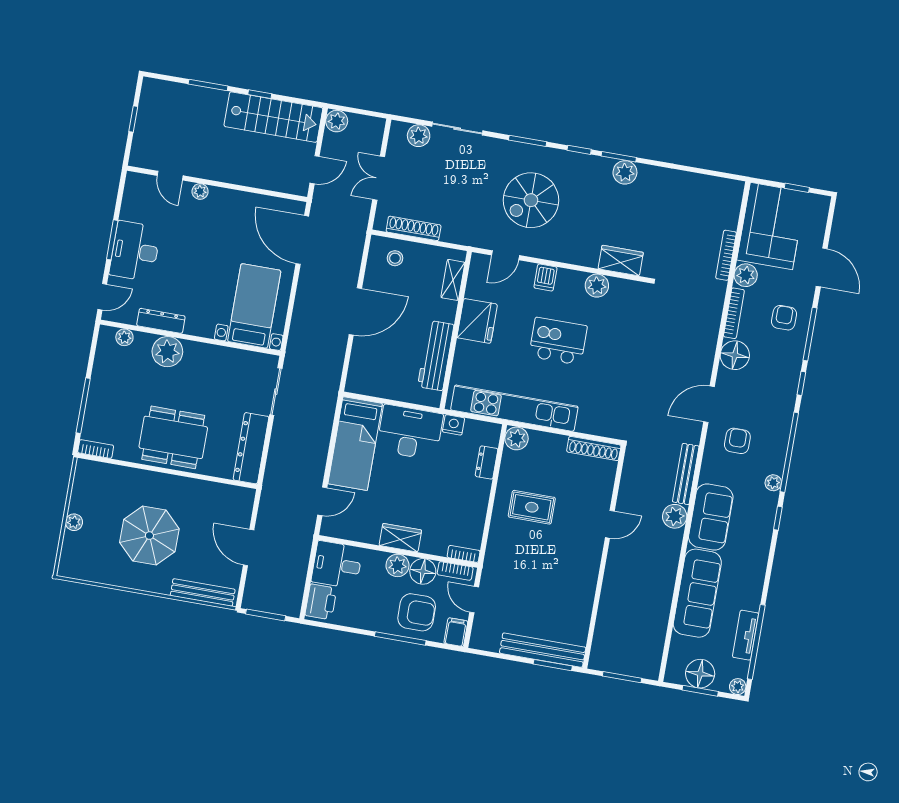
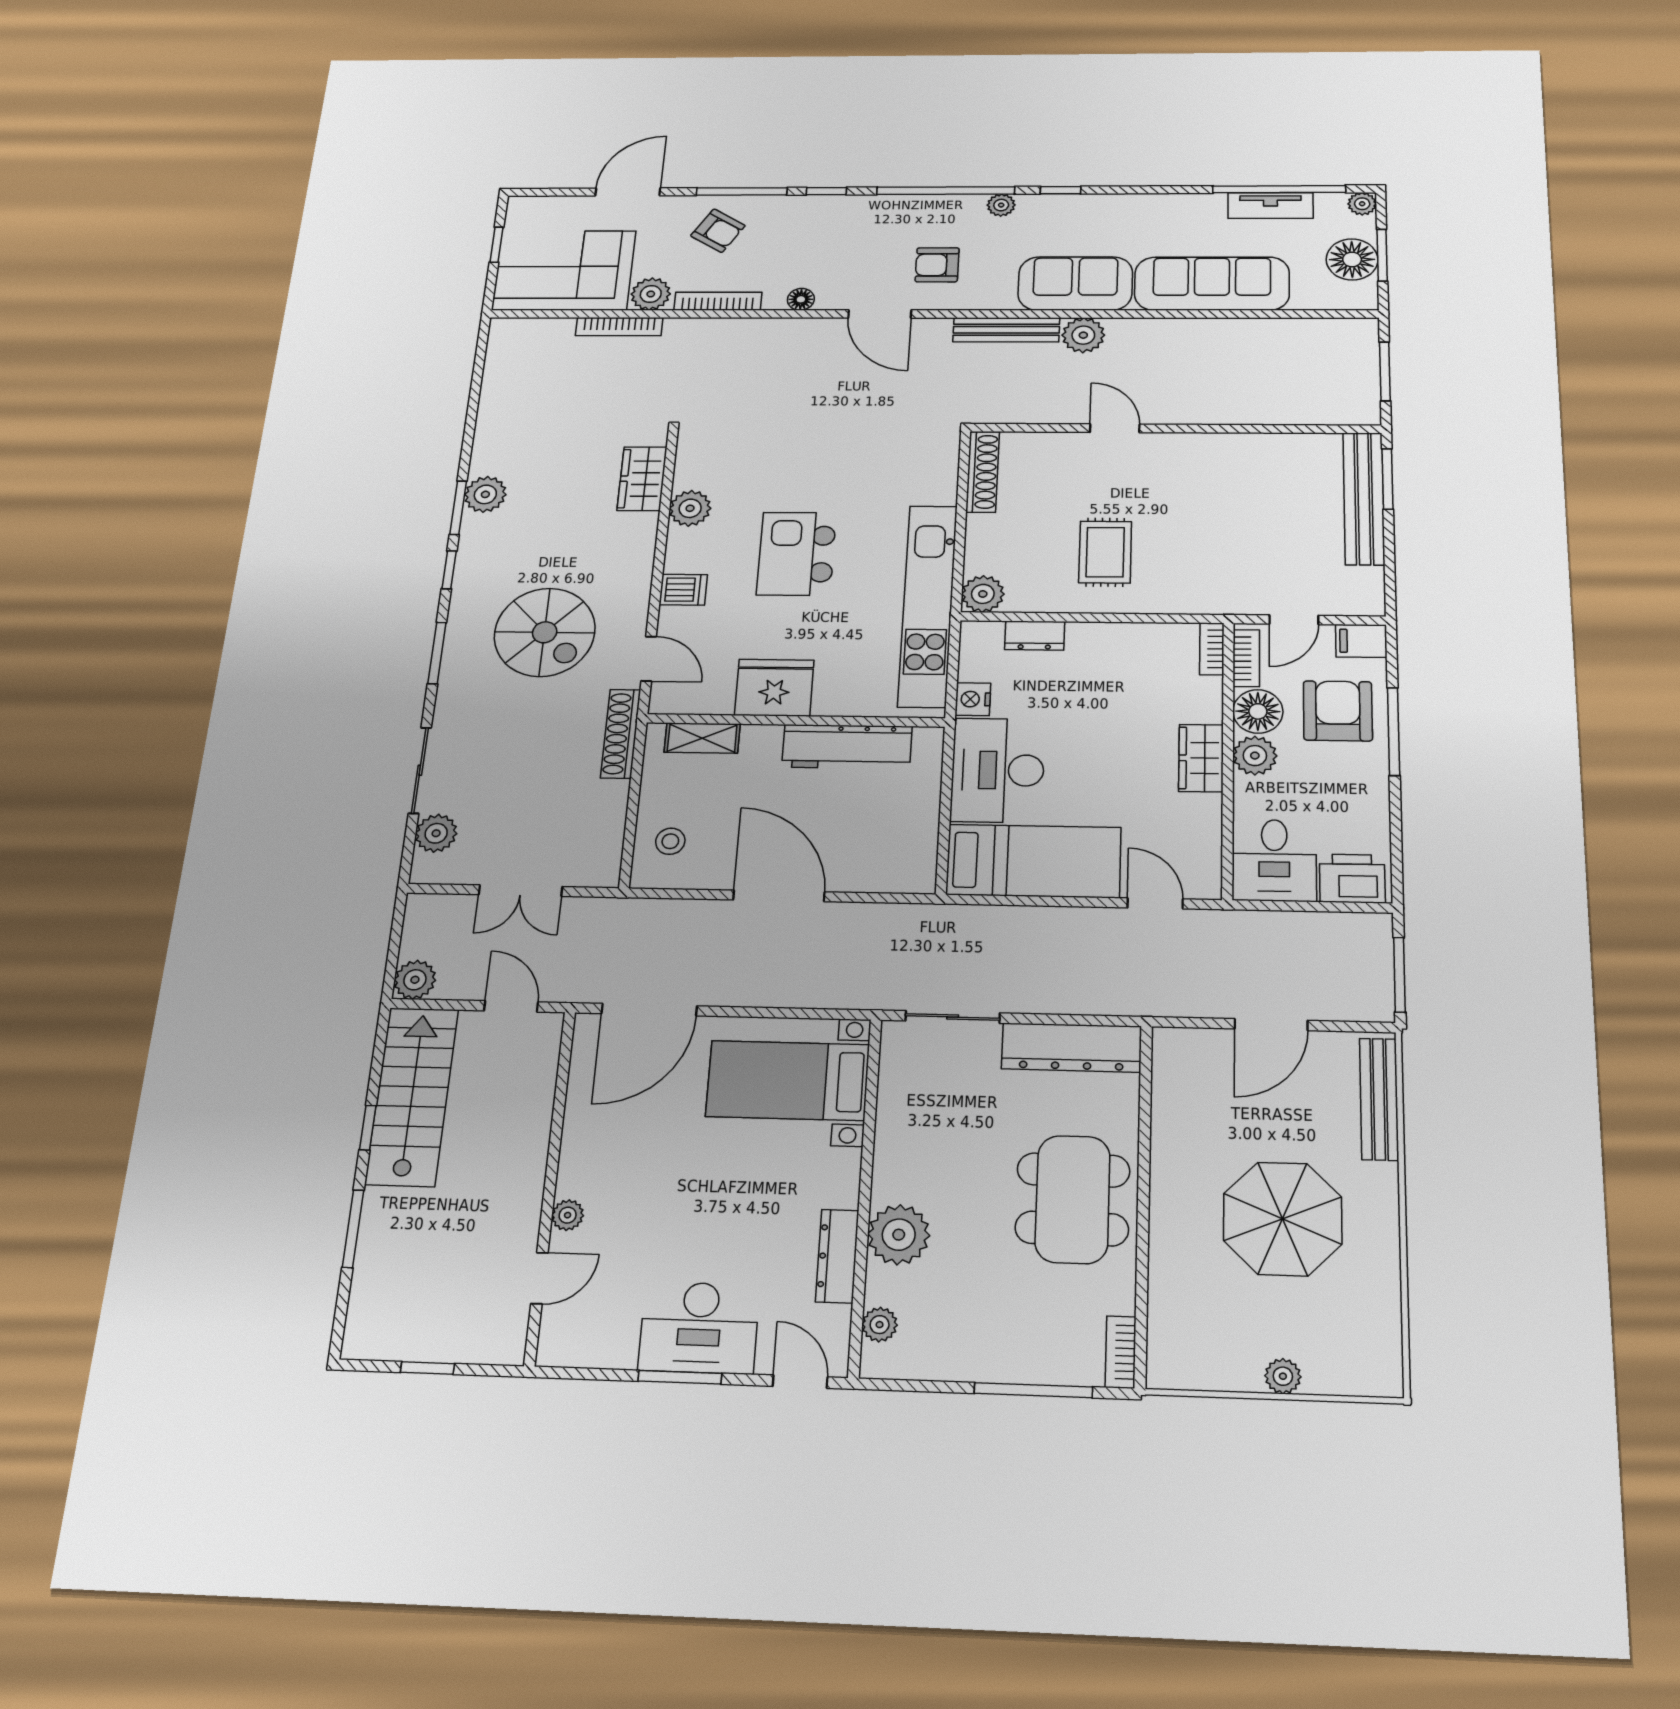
shoe rack: (414, 228) -> (621, 734), moved
armchair: (784, 318) -> (718, 231), turned -148
floor lamp: (735, 355) -> (801, 299), width x0.53, depth x0.53

